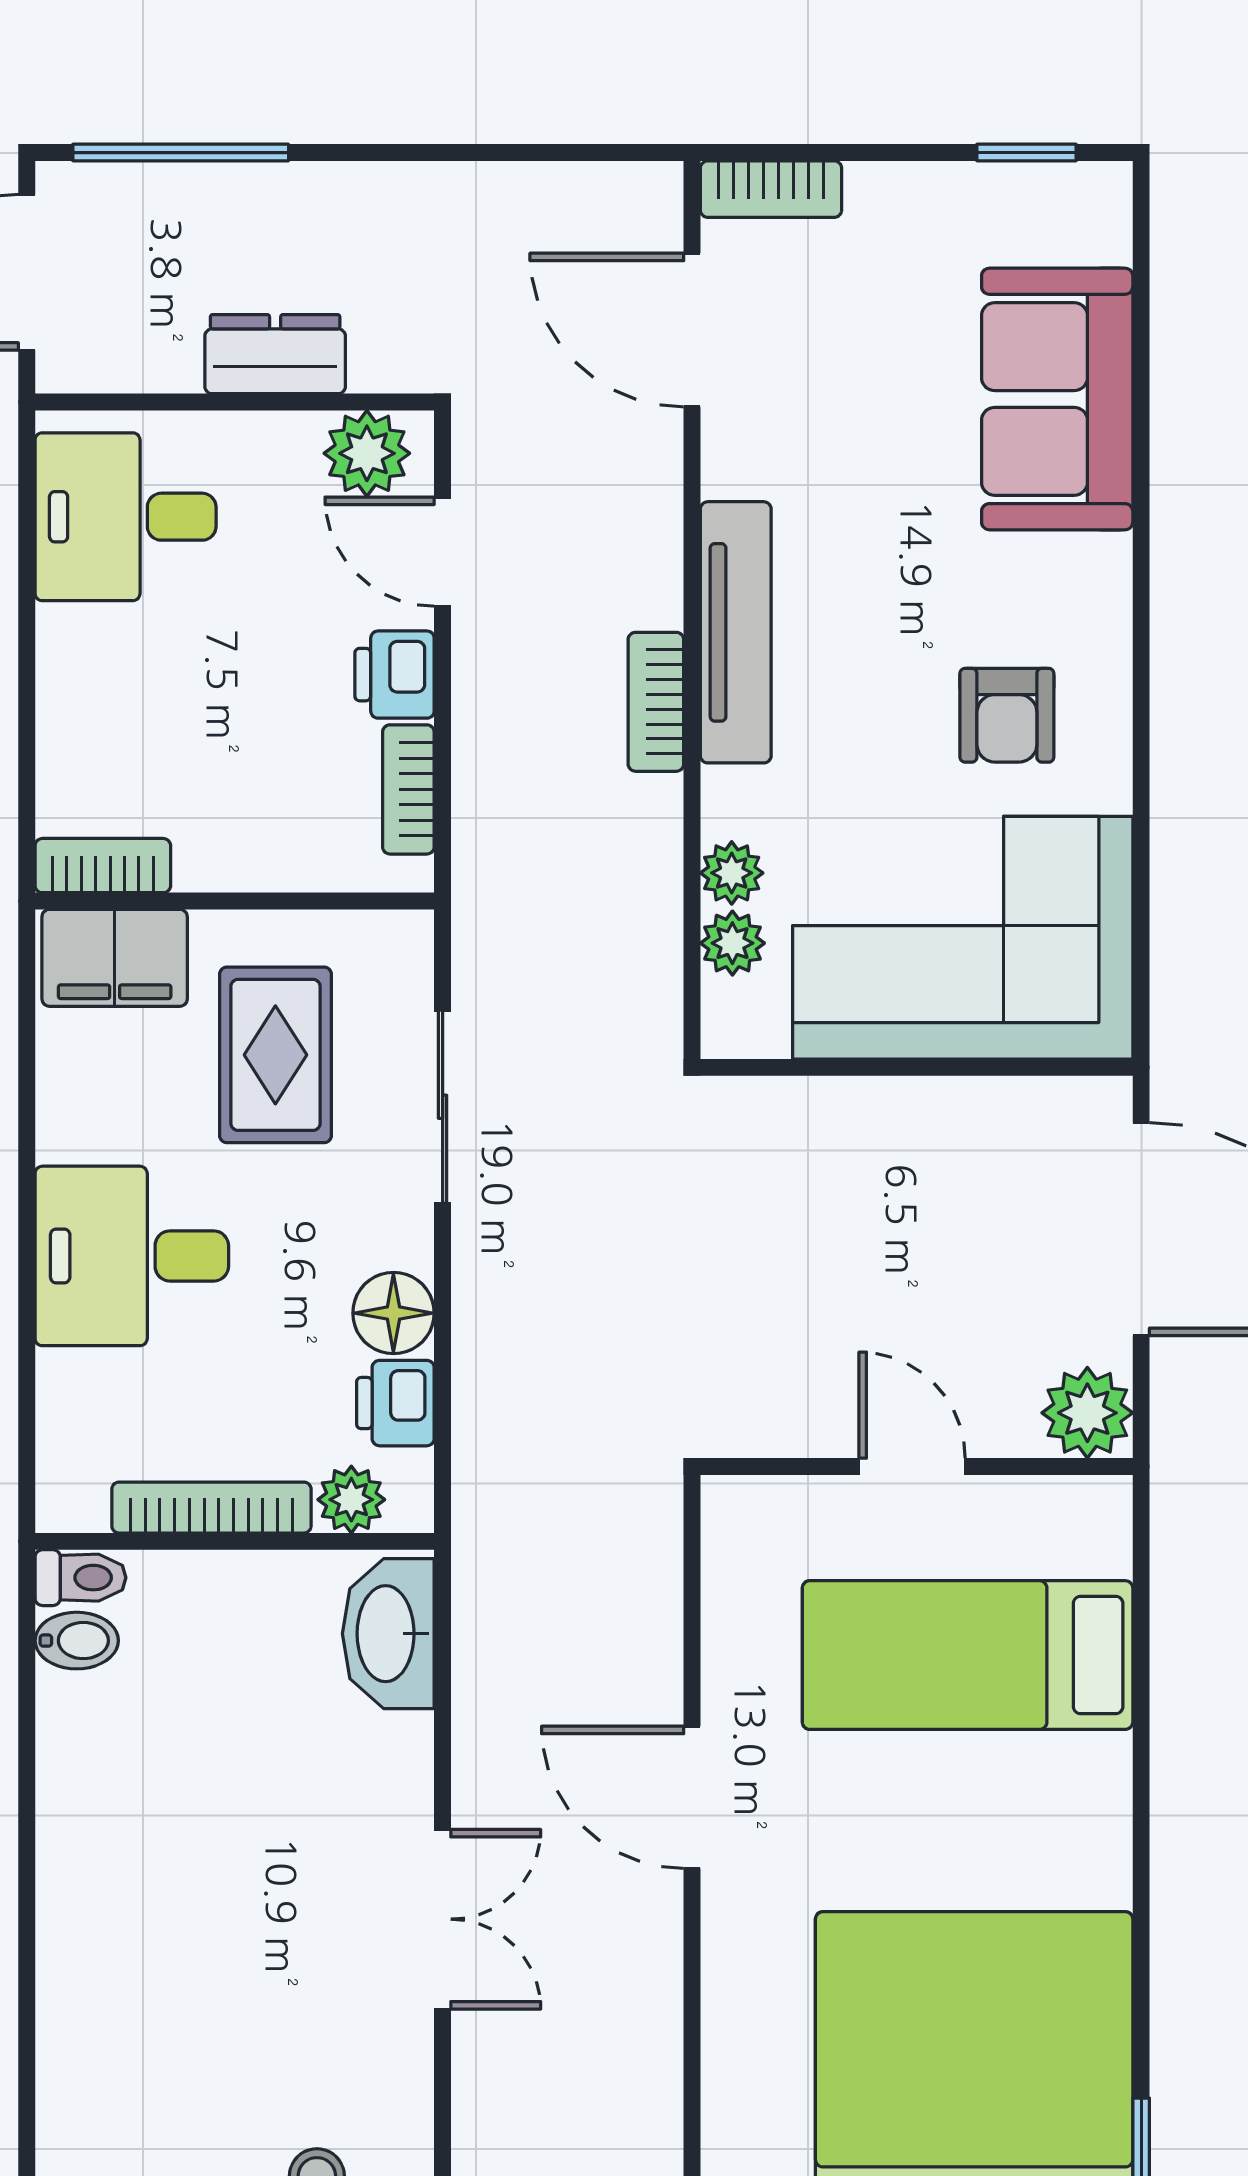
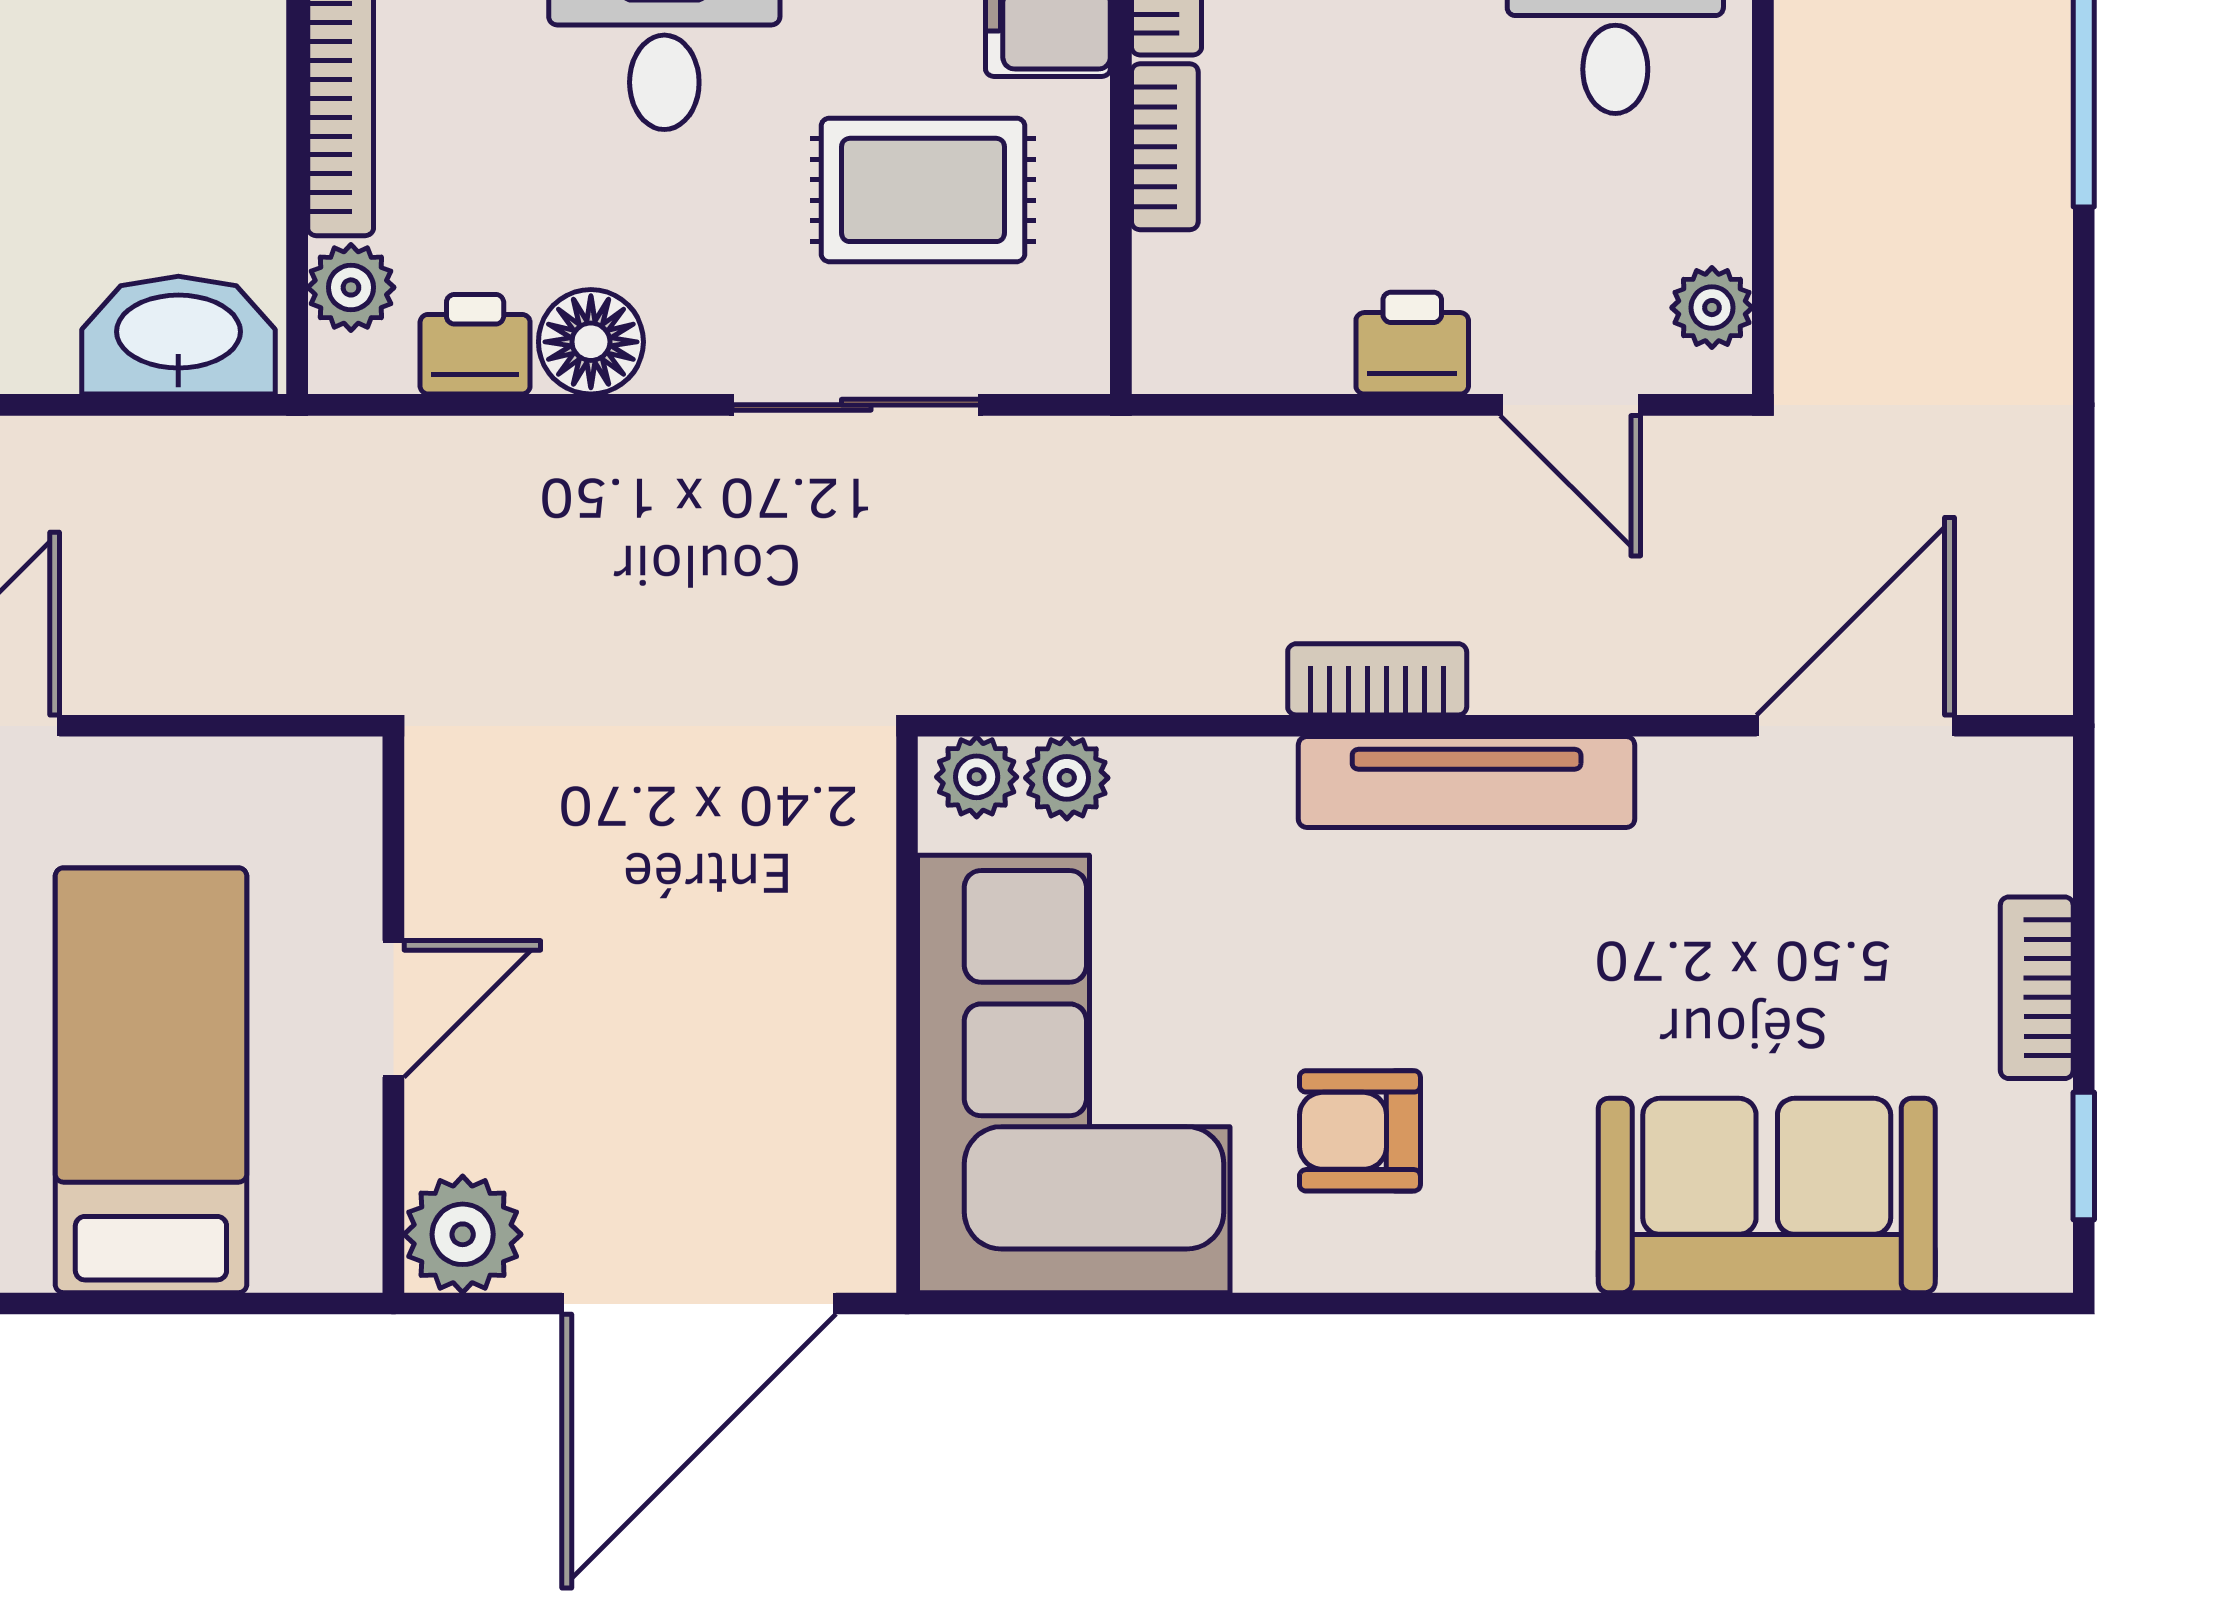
bookcase: (771, 189) -> (2037, 988), moved
dresser: (275, 354) -> (1824, 190), removed
plant: (367, 453) -> (1712, 308), width x0.73, depth x0.73
door: (443, 552) -> (1570, 405), swing flipped
bookcase: (408, 789) -> (1165, 147), moved, turned 90
plant: (732, 873) -> (977, 777), moved

